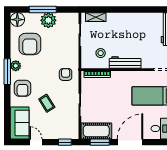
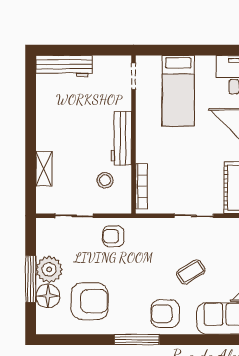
shelving: (96, 17) -> (44, 169), moved
floor lamp: (17, 20) -> (48, 296), moved
plant: (16, 66) -> (127, 325), removed
armchair: (66, 74) -> (113, 236), moved
armchair: (22, 88) -> (165, 314), turned 180

